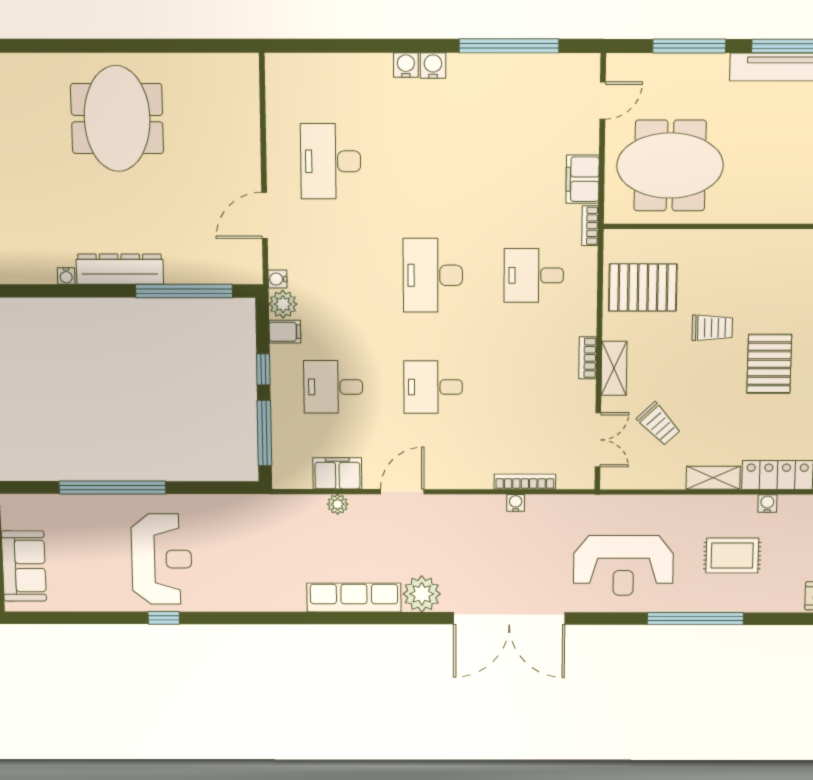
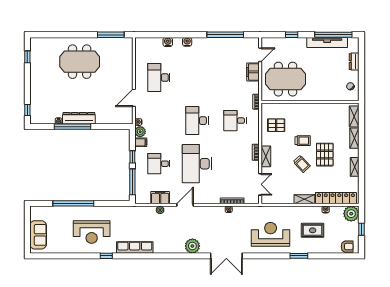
window: (199, 46) -> (111, 35), added
window: (689, 46) -> (292, 35), width x0.46
water cooler: (433, 66) -> (168, 42), moved
meeting table: (117, 119) -> (80, 62), turned 90
filing cabinet: (583, 179) -> (253, 72), moved
pallet: (643, 287) -> (276, 125), width x0.67, depth x0.71
window: (184, 291) -> (73, 127), moved
desk: (433, 387) -> (197, 164), width x1.87, depth x1.30
trolley: (659, 424) -> (302, 164), moved
reception desk: (162, 559) -> (92, 232), turned 90
reception desk: (623, 565) -> (271, 234), turned 180
row of seats: (354, 597) -> (135, 247), moved
window: (164, 618) -> (106, 256), moved
double door: (509, 618) -> (226, 256), width x0.73
window: (695, 619) -> (299, 256), width x0.47

